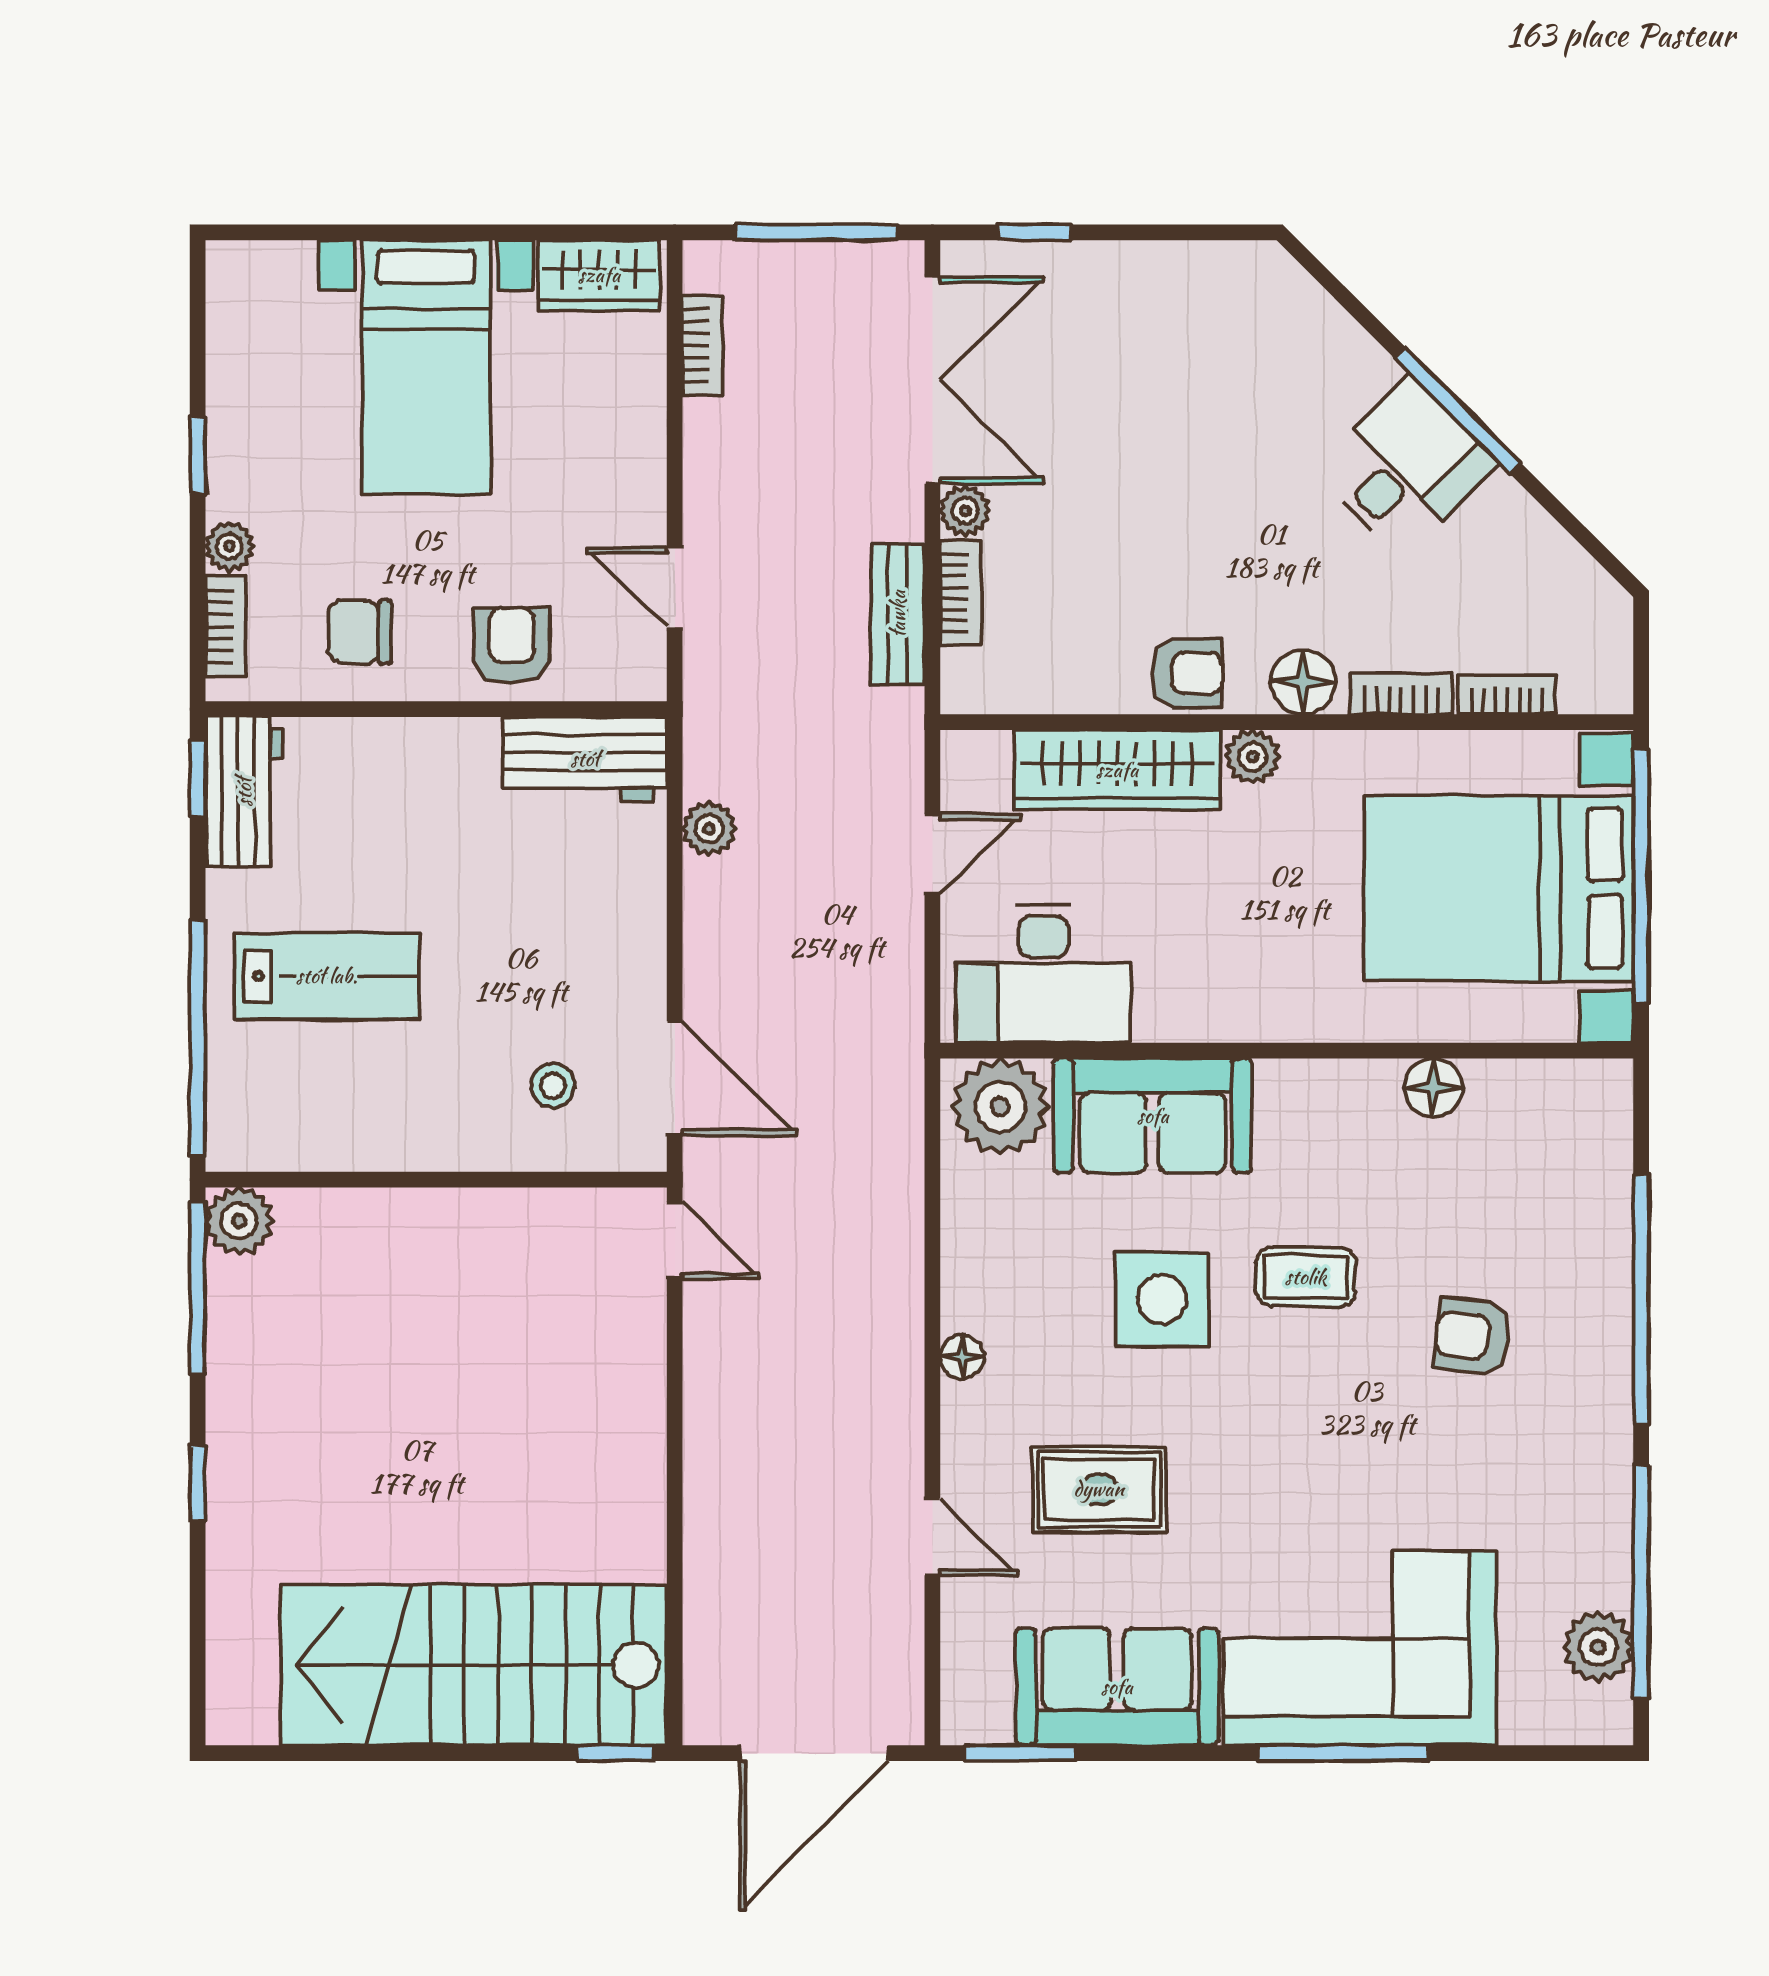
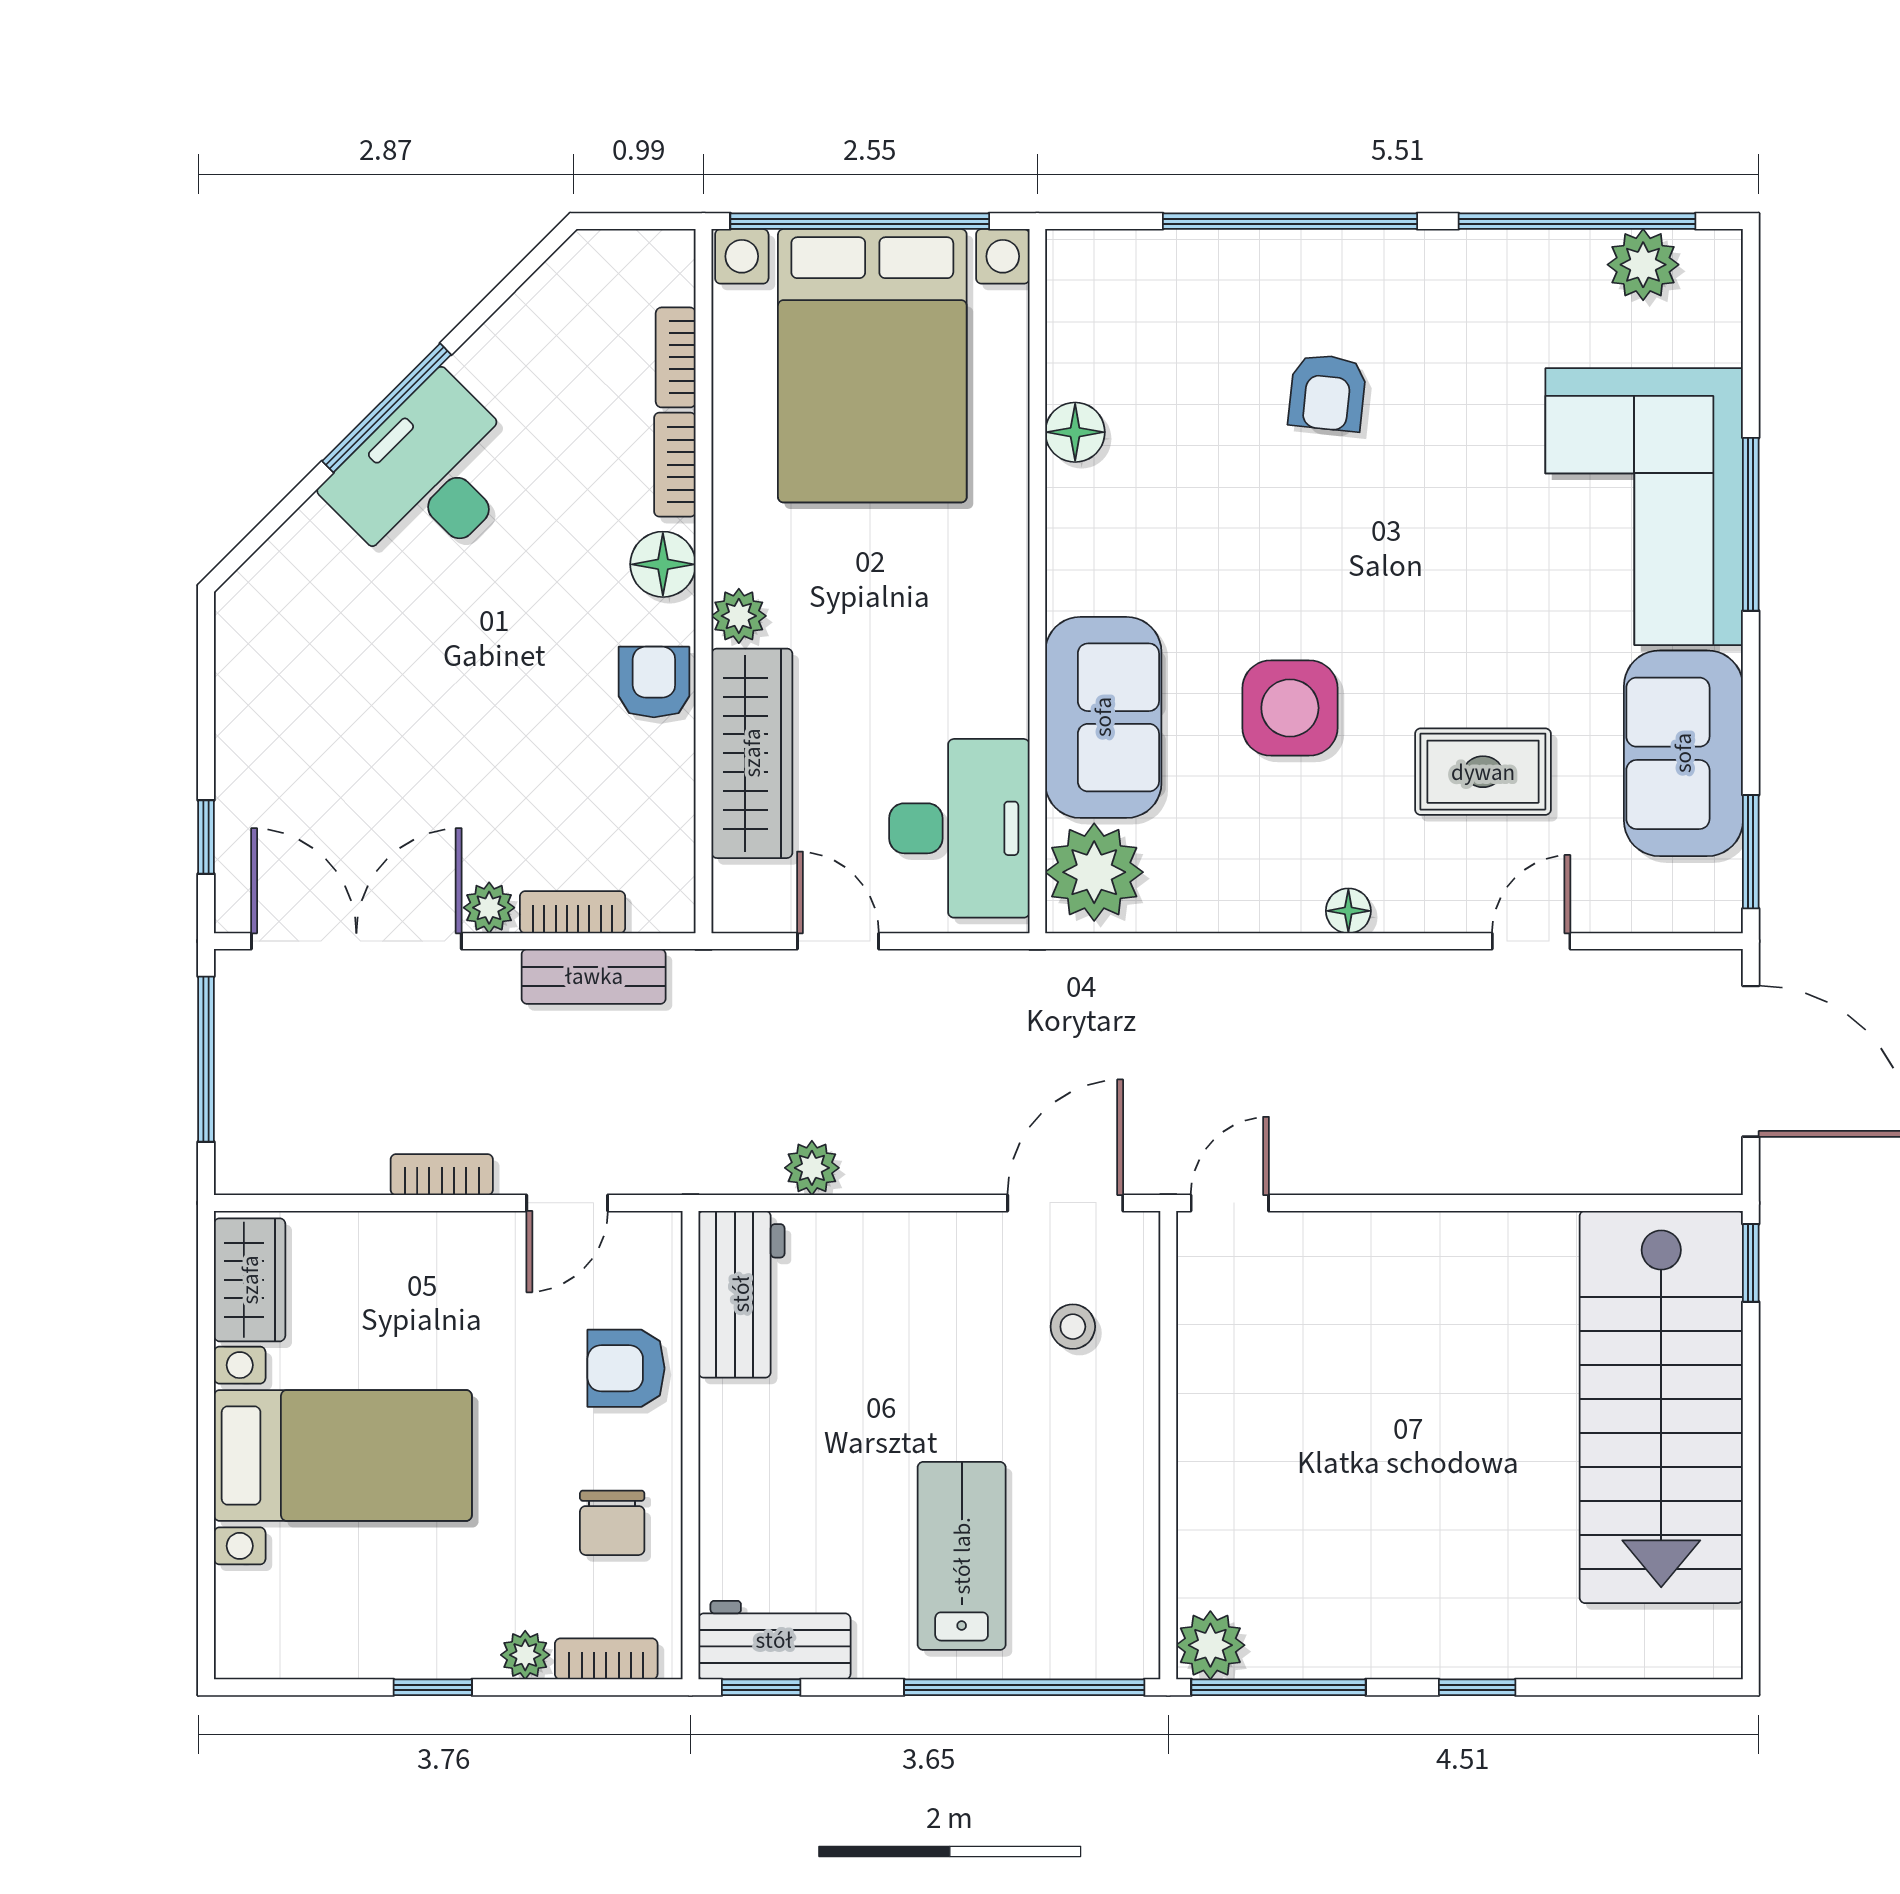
bookcase: (702, 346) -> (442, 1175), moved
desk: (1406, 467) -> (428, 477), width x1.37
coffee table: (1306, 1277) -> (1267, 562), removed
rug: (1099, 1489) -> (1483, 772), turned 90

